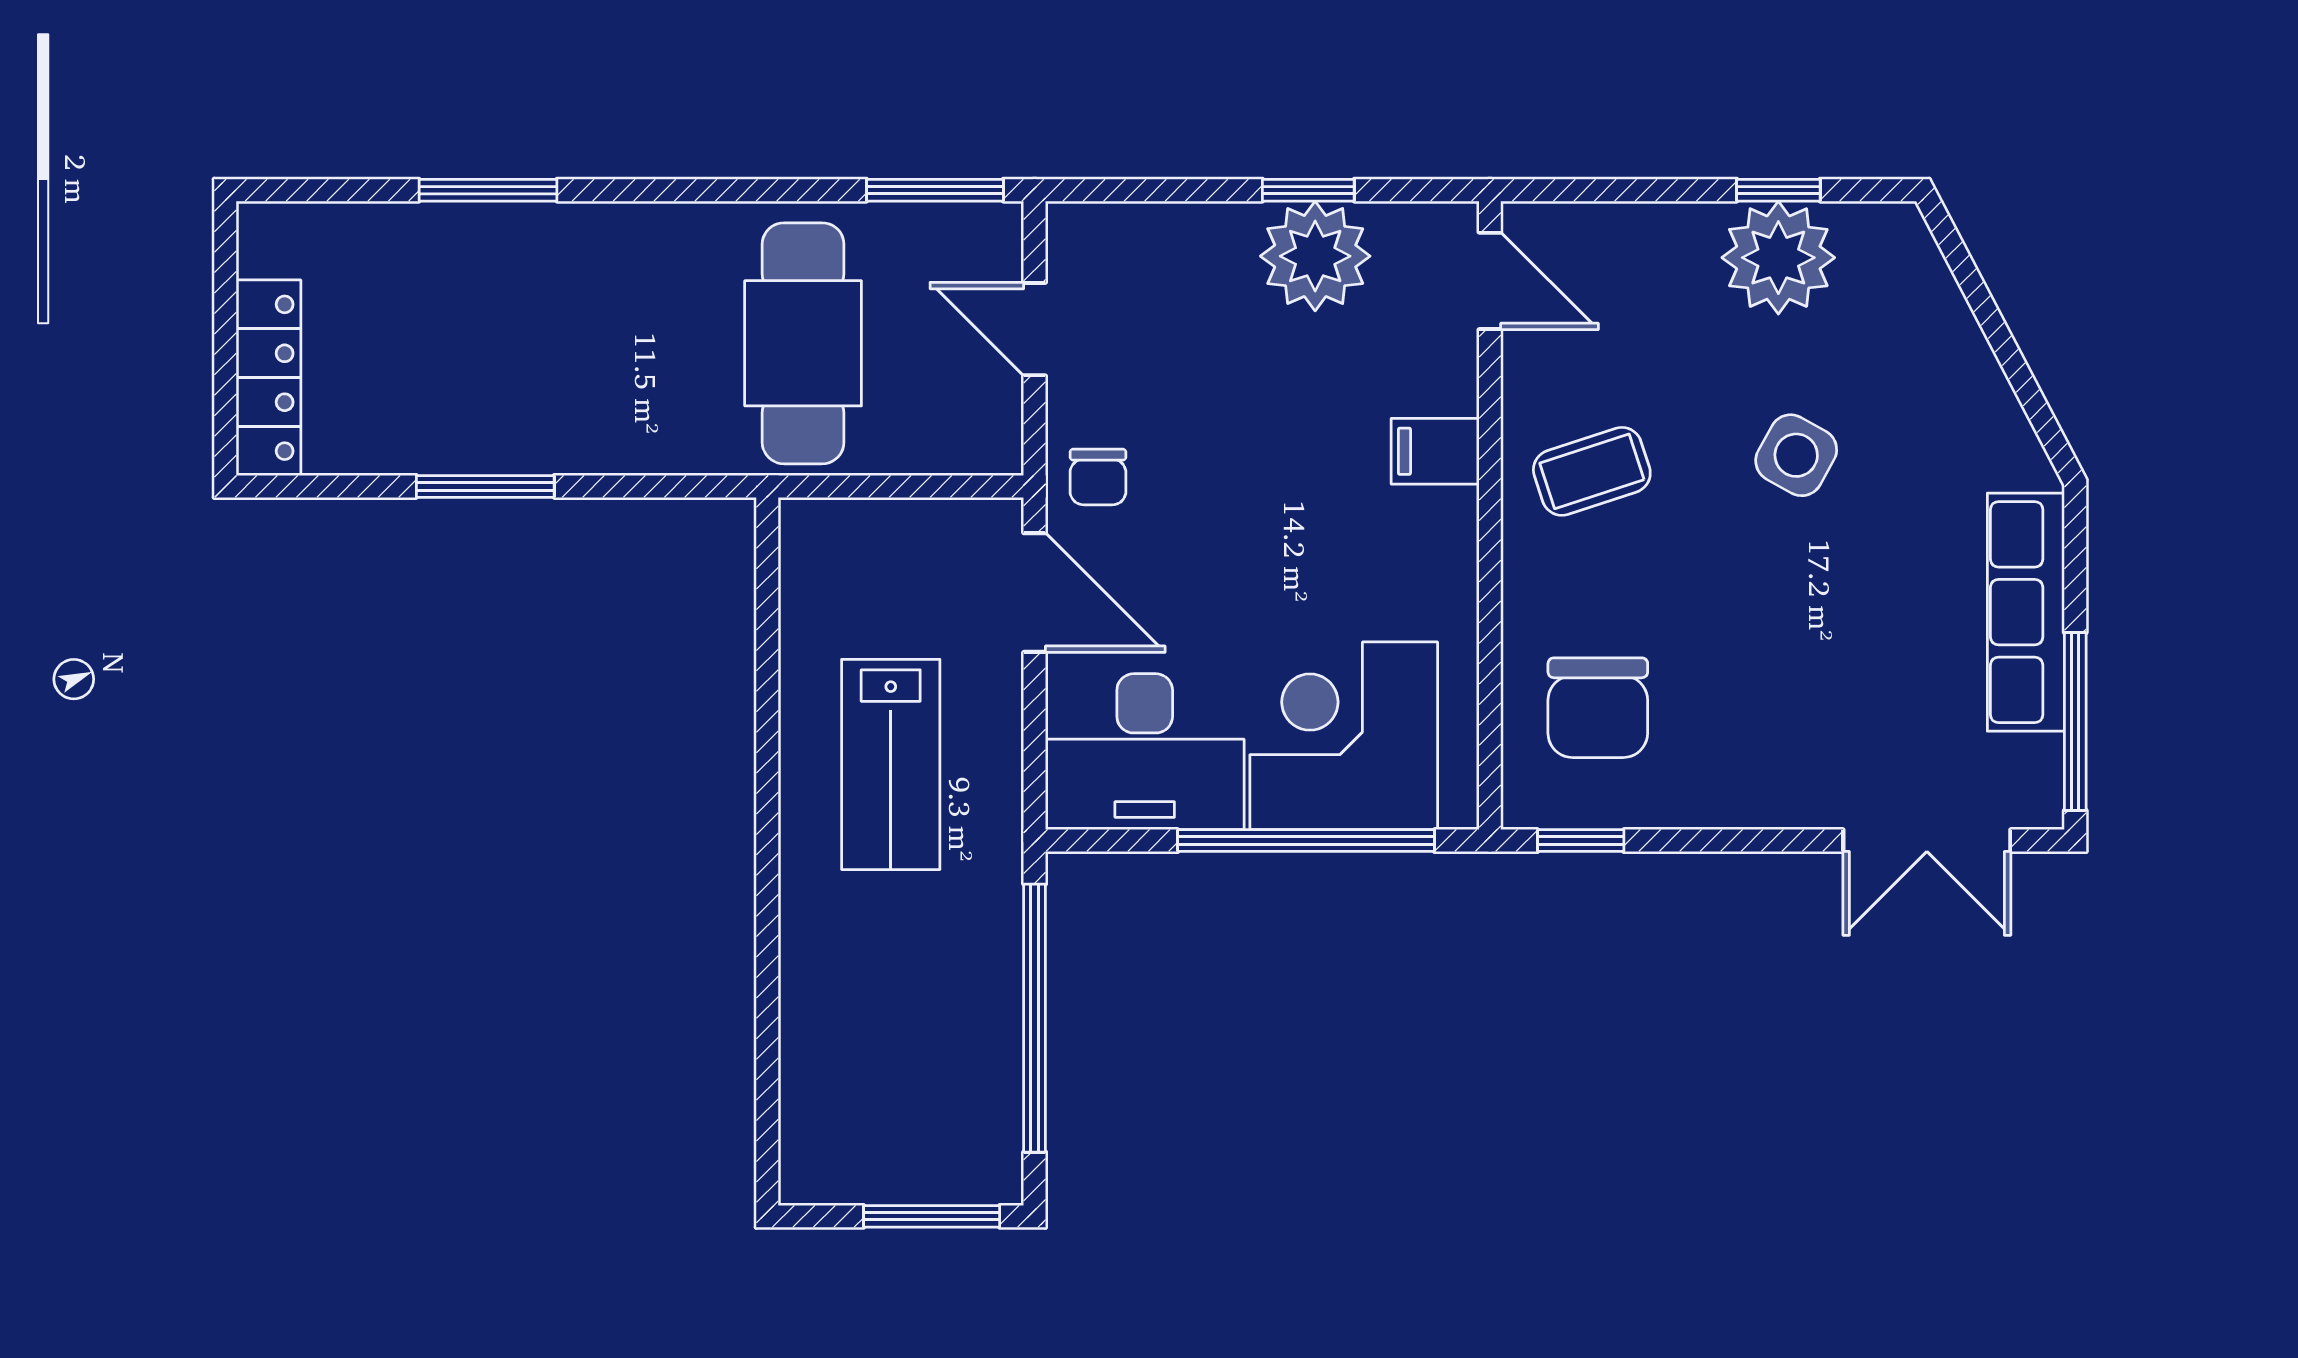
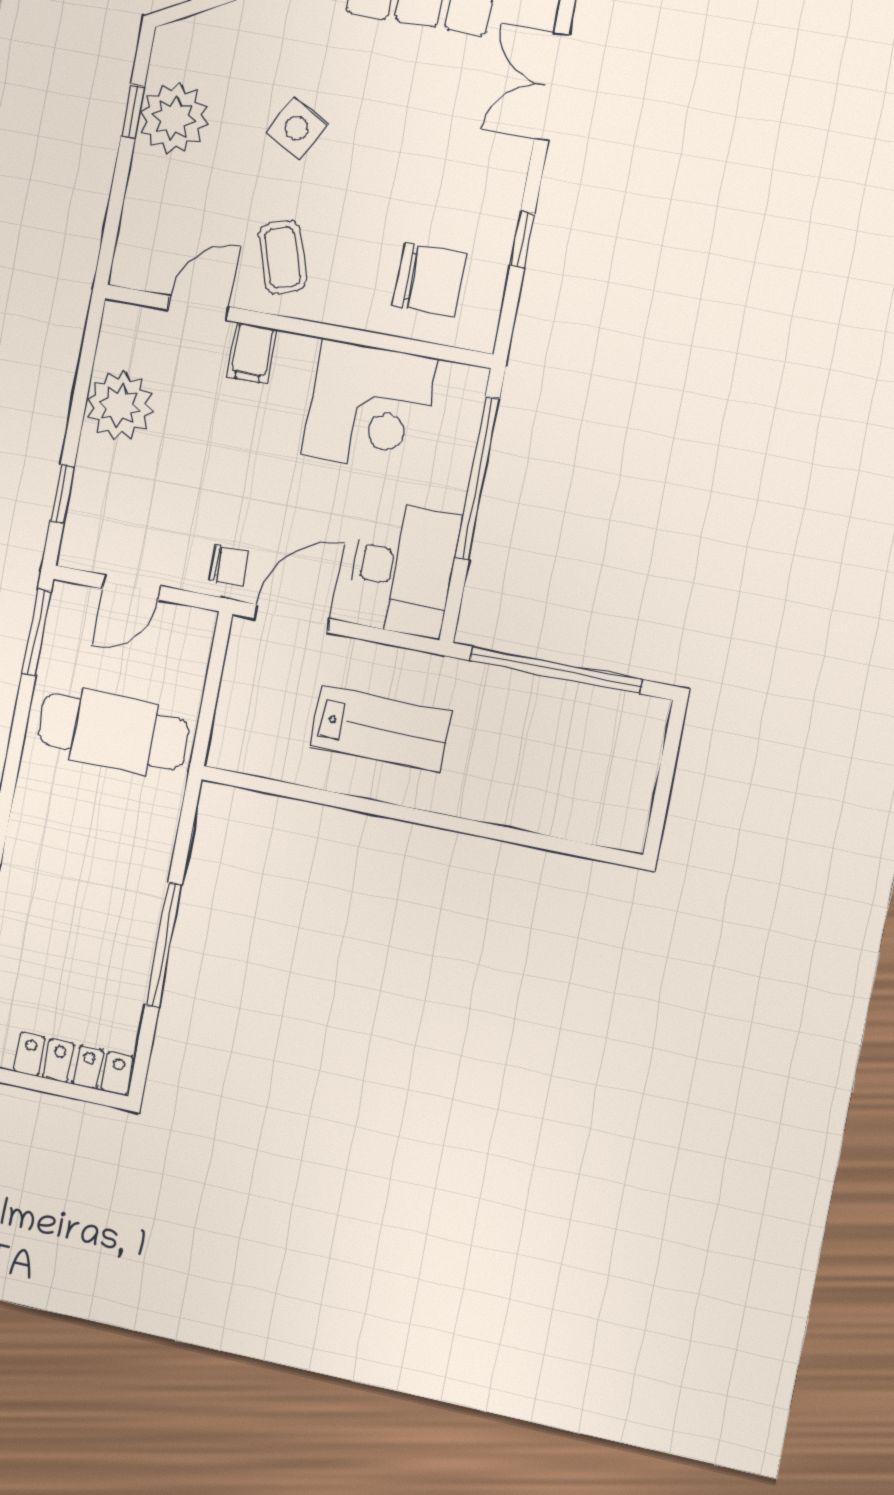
window: (1308, 190) -> (62, 494), moved
door: (1490, 281) -> (198, 308), moved
window: (485, 486) -> (164, 945), width x1.44
corner desk: (1344, 736) -> (369, 407), moved, turned -90
window: (1581, 841) -> (523, 239), moved
double door: (1927, 841) -> (551, 86), swing flipped
window: (932, 1216) -> (669, 760), removed

